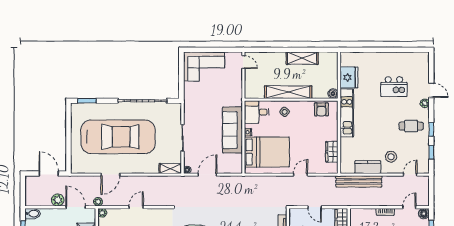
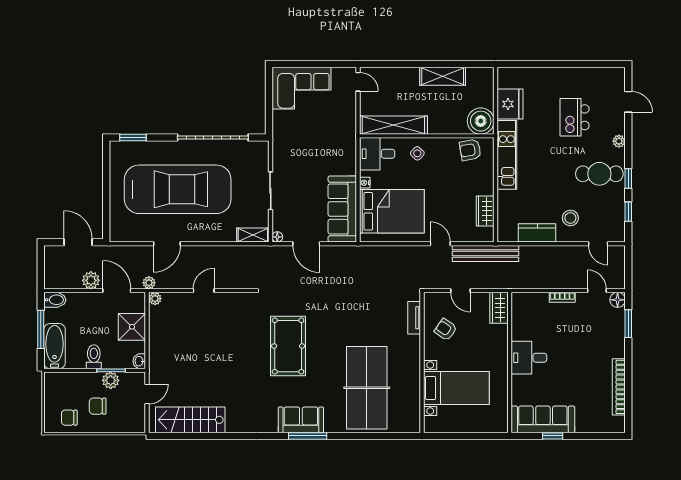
kitchen island: (394, 87) -> (575, 117), turned 90
door: (431, 90) -> (628, 102), moved
shelving: (288, 92) -> (393, 125), moved
boiler: (333, 94) -> (481, 121), width x1.86, depth x1.86
armchair: (321, 109) -> (470, 150), turned 80
cafe table: (411, 126) -> (599, 174), width x1.37, depth x1.35
sofa: (232, 130) -> (342, 209), moved
door: (207, 175) -> (306, 244), swing flipped
door: (301, 175) -> (440, 244), hinge flipped
door: (410, 175) -> (598, 244), swing flipped
bench: (359, 181) -> (485, 254), moved
door: (409, 207) -> (597, 291), hinge flipped

